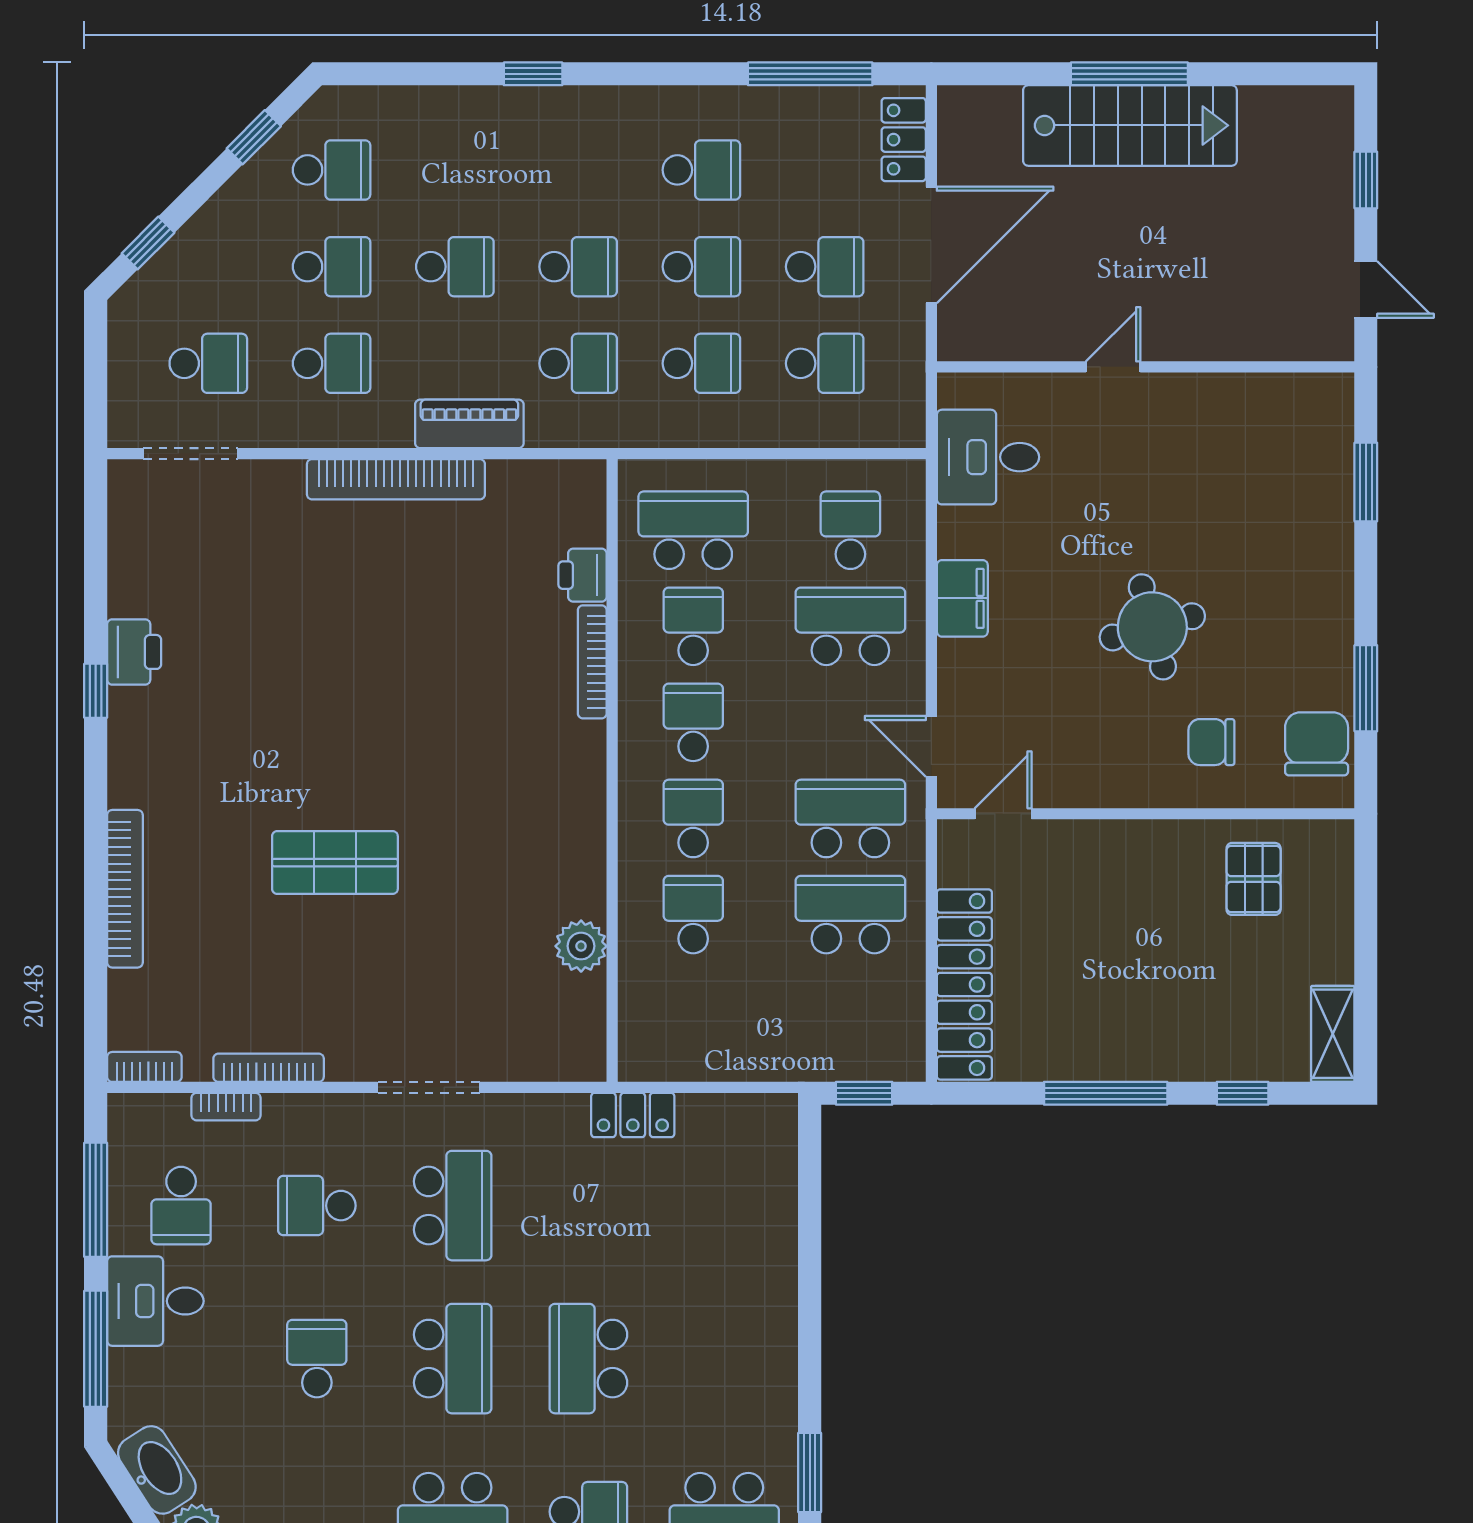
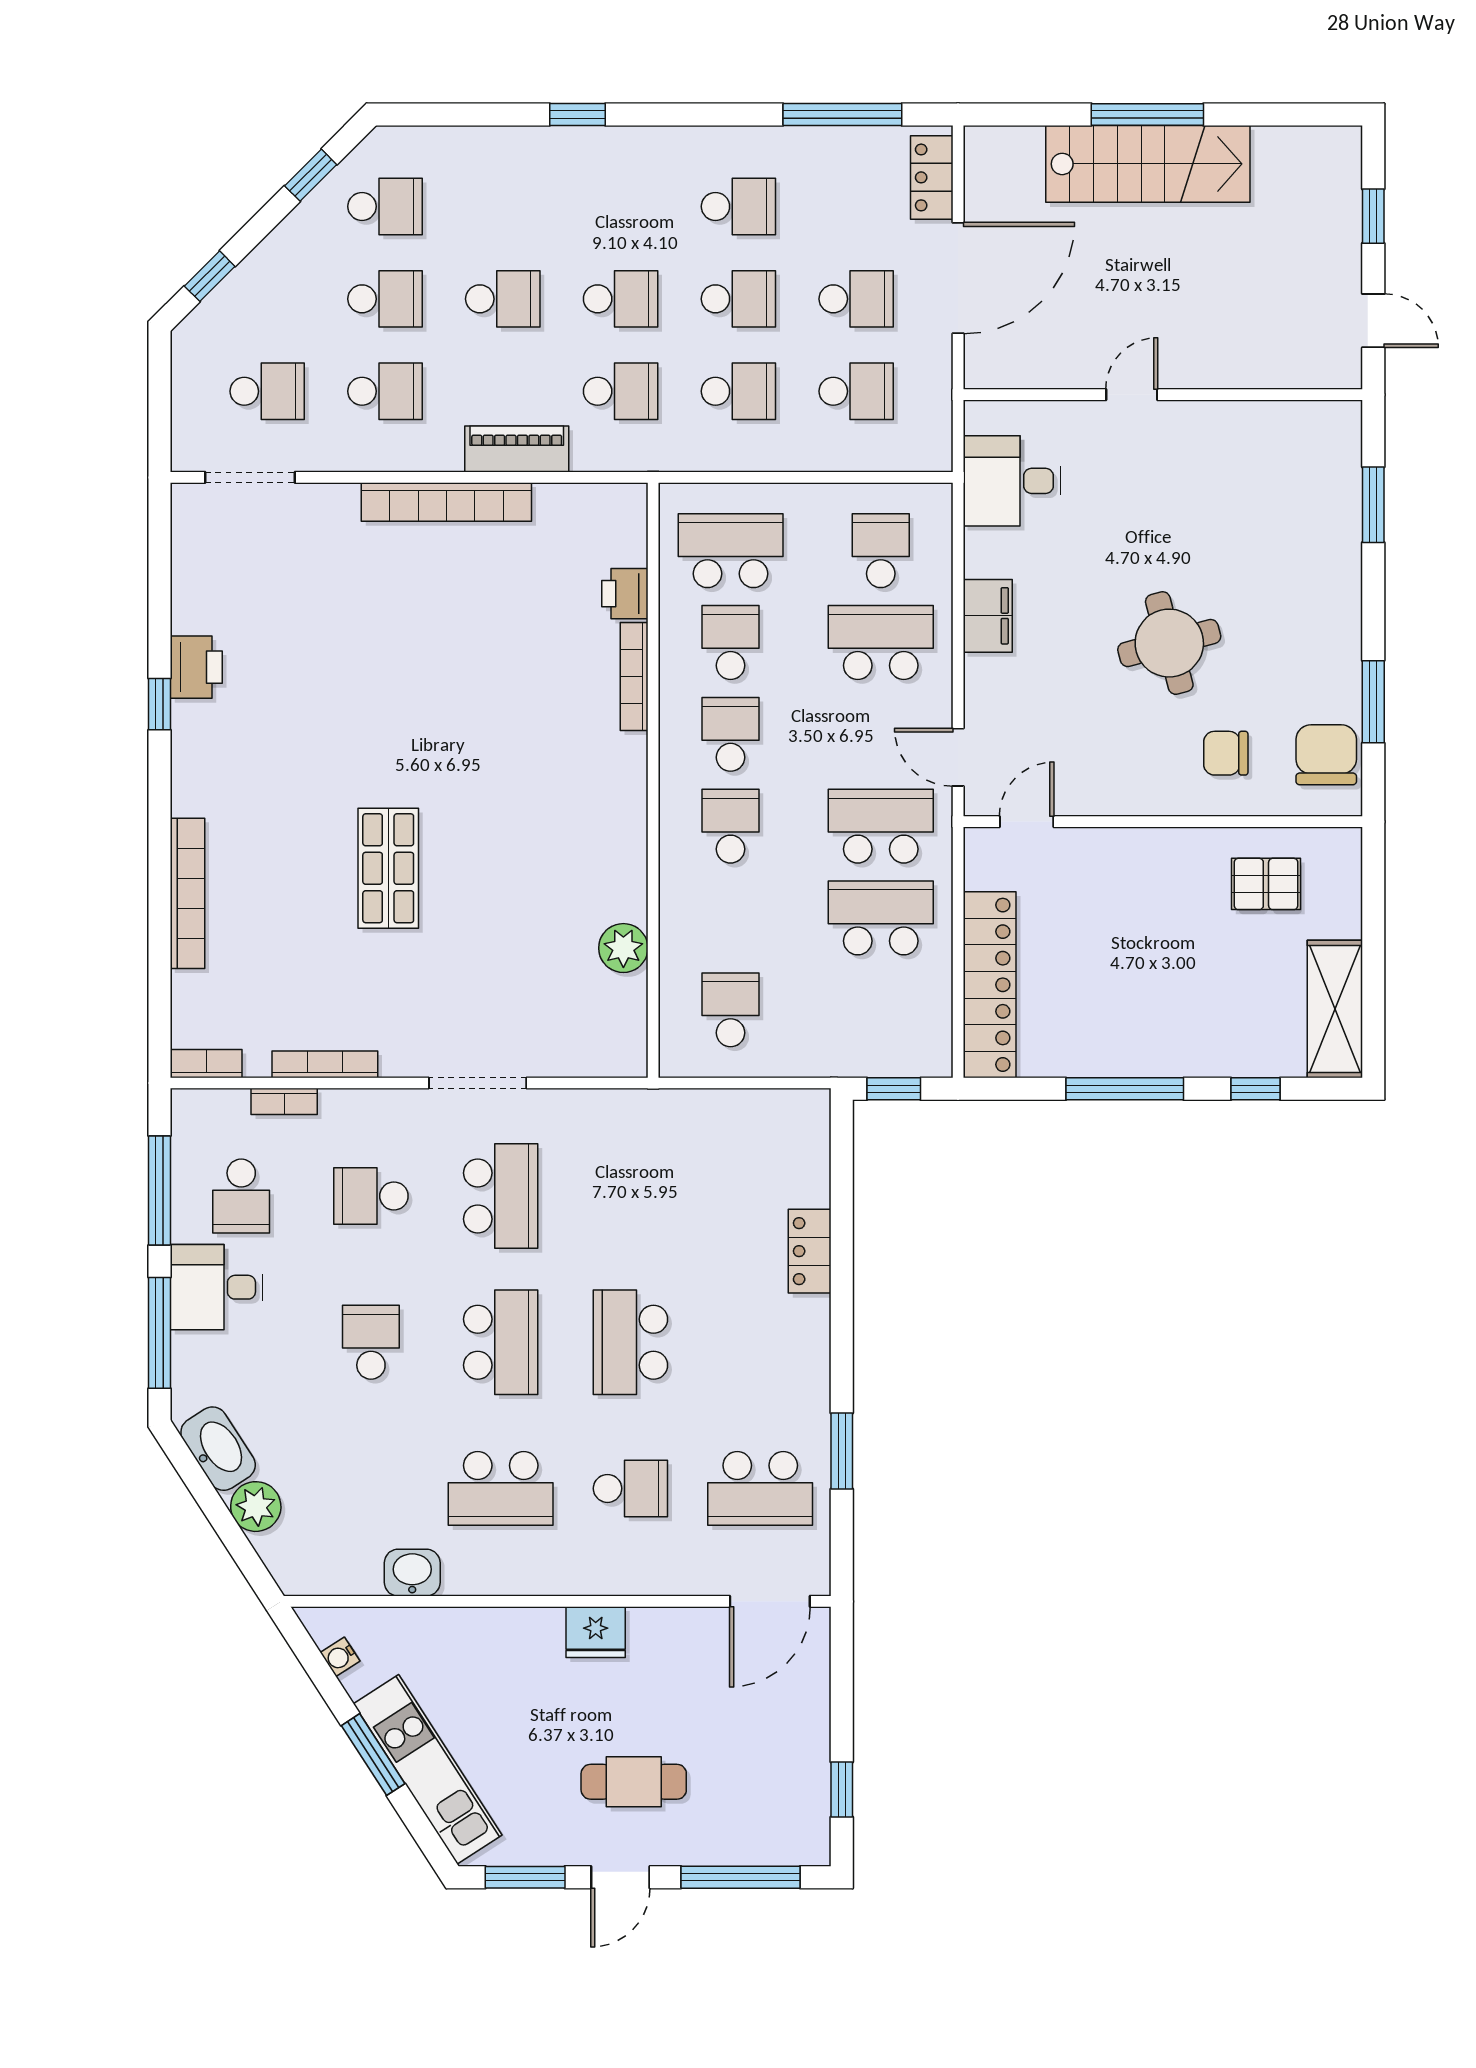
shop shelf: (335, 863) -> (388, 868), turned 90
pallet: (1254, 879) -> (1266, 884), turned 90
school desk: (693, 915) -> (731, 1010), moved
shelving: (1333, 1034) -> (1335, 1009), width x1.50, depth x1.33
locker: (633, 1115) -> (810, 1251), moved, turned 90

